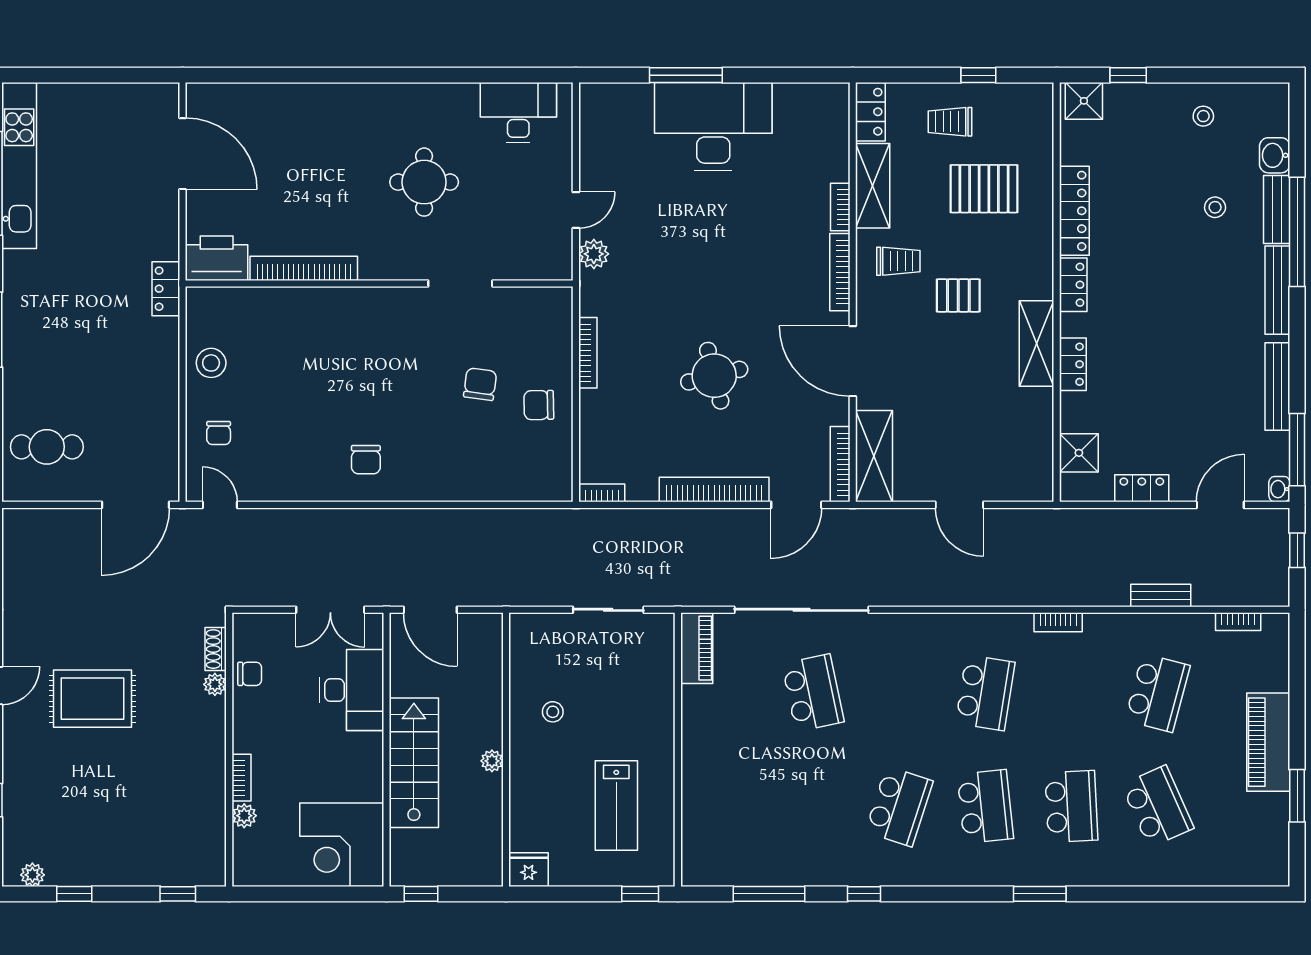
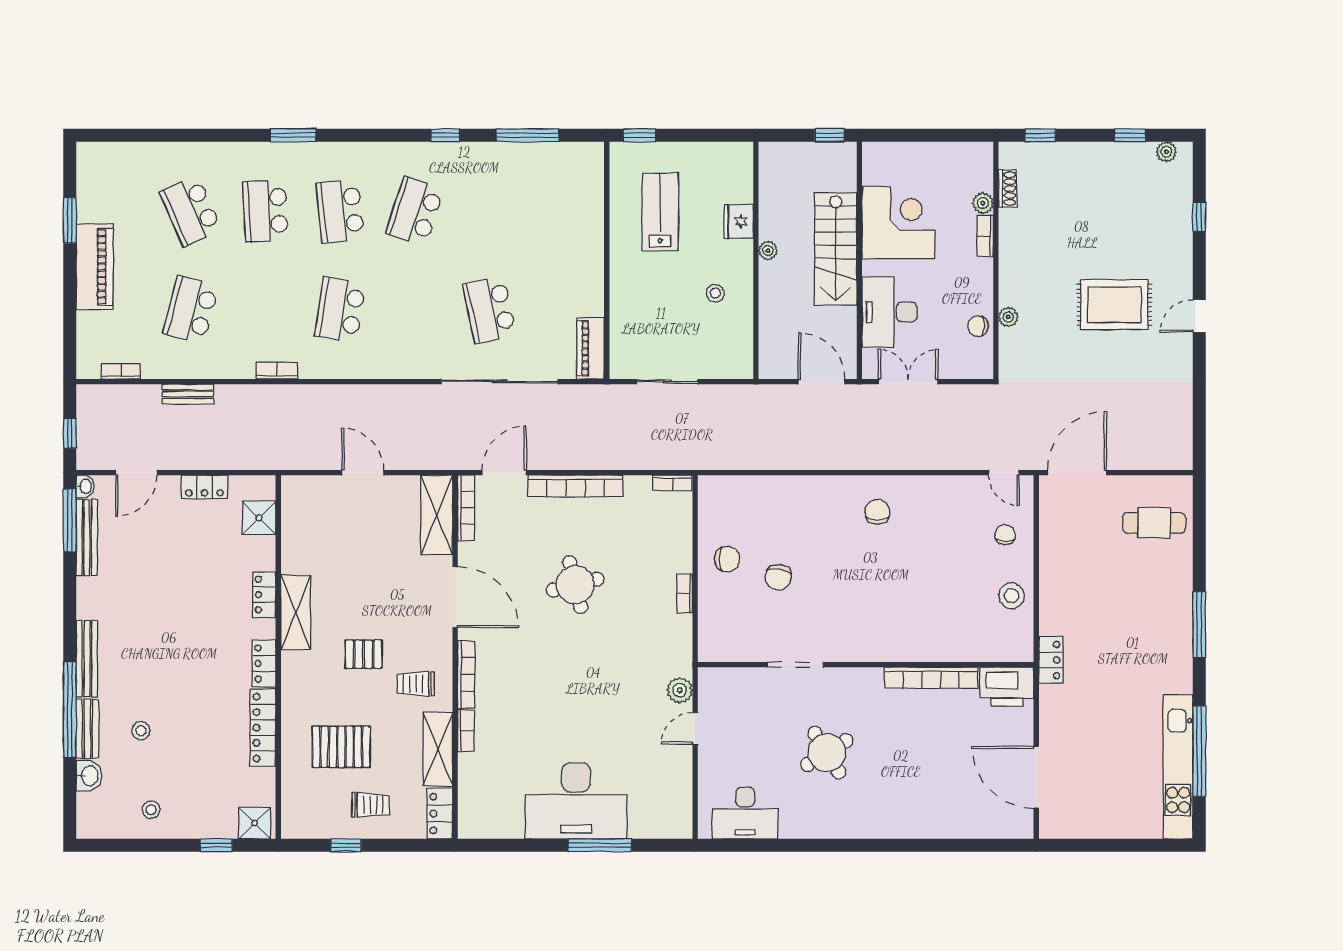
round table: (424, 182) -> (827, 753), turned -32
bookcase: (588, 353) -> (685, 593), width x0.64
bench: (1277, 386) -> (87, 537), moved
shoe rack: (216, 649) -> (1007, 189), moved
corner desk: (342, 845) -> (898, 223), moved
fridge: (529, 870) -> (739, 221), moved, turned 90

